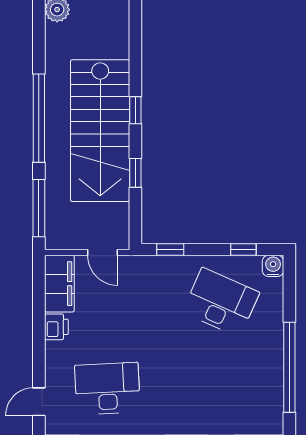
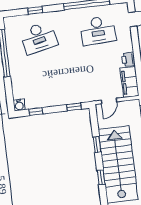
door: (103, 252) -> (109, 101), swing flipped
desk: (221, 302) -> (39, 38), moved, turned -36

